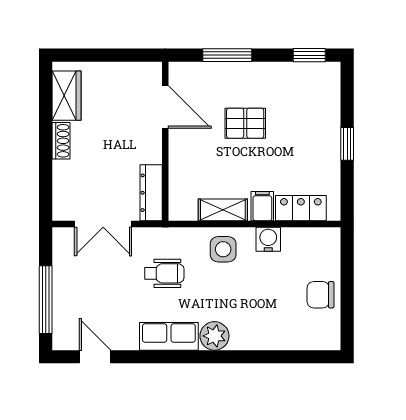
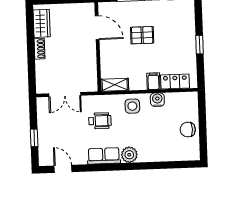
dresser: (151, 193) -> (91, 76), removed
shelving: (223, 210) -> (115, 85), moved
window: (46, 300) -> (34, 138), width x0.46

